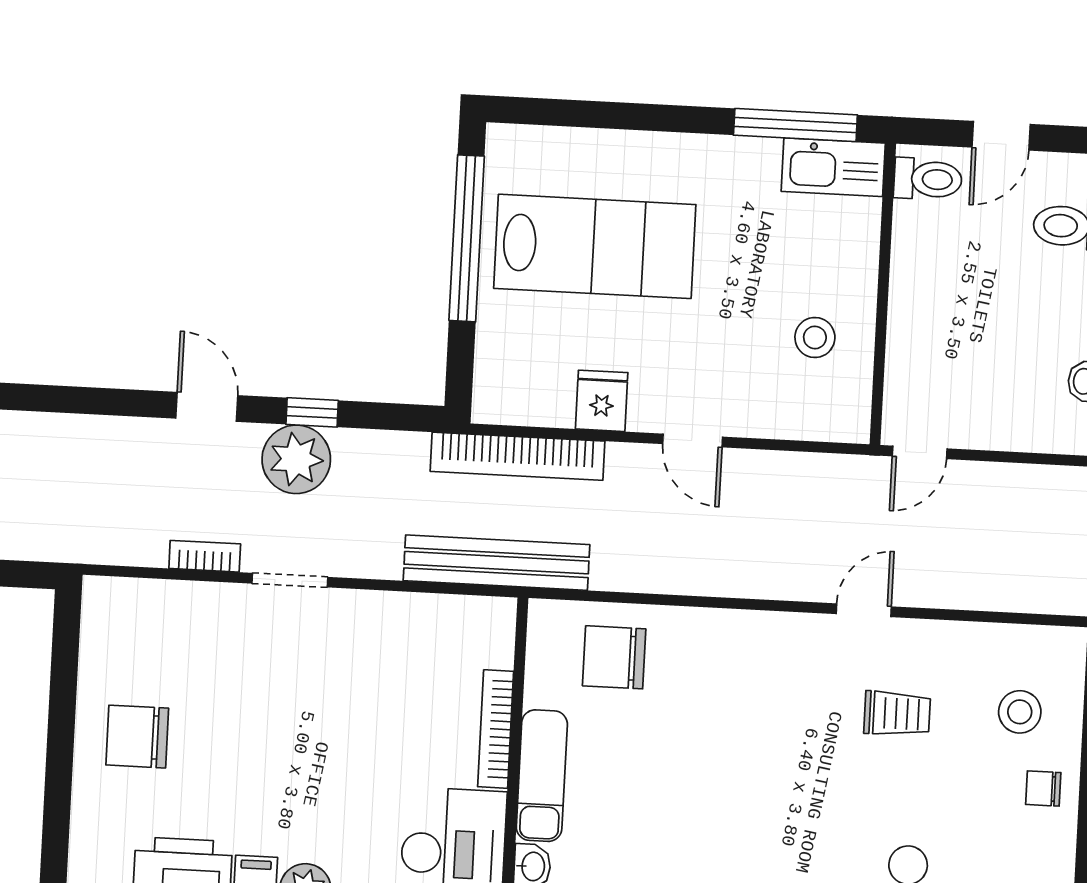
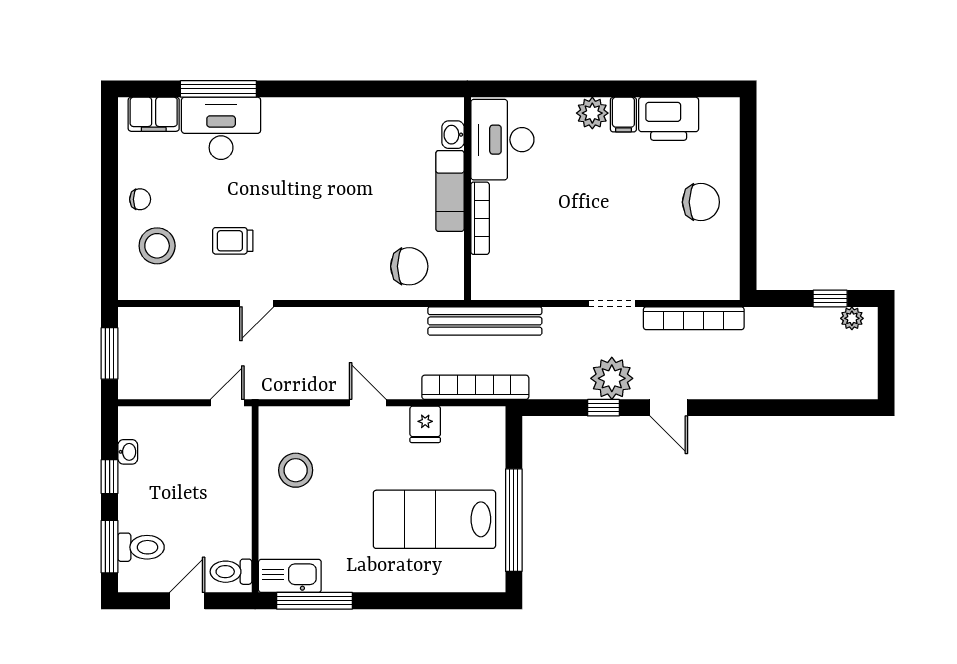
stool: (815, 337) -> (296, 470), width x1.38, depth x1.38
bookcase: (205, 556) -> (694, 318), width x2.31, depth x1.31
stool: (1020, 712) -> (157, 246), width x1.38, depth x1.38

